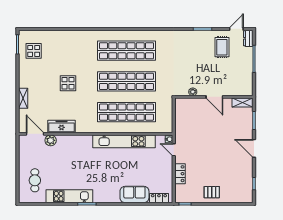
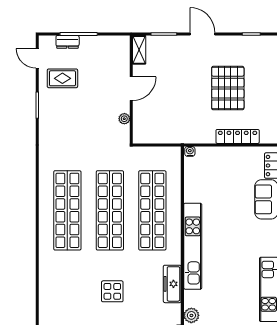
dresser: (248, 38) -> (68, 42), moved
freezer: (61, 127) -> (172, 284), moved
kitchen unit: (124, 141) -> (193, 246), moved
door: (254, 148) -> (202, 34), swing flipped
door: (174, 150) -> (204, 145), removed
locker: (180, 174) -> (238, 136), width x1.53
pallet: (212, 192) -> (228, 88), moved, width x2.05, depth x2.00

